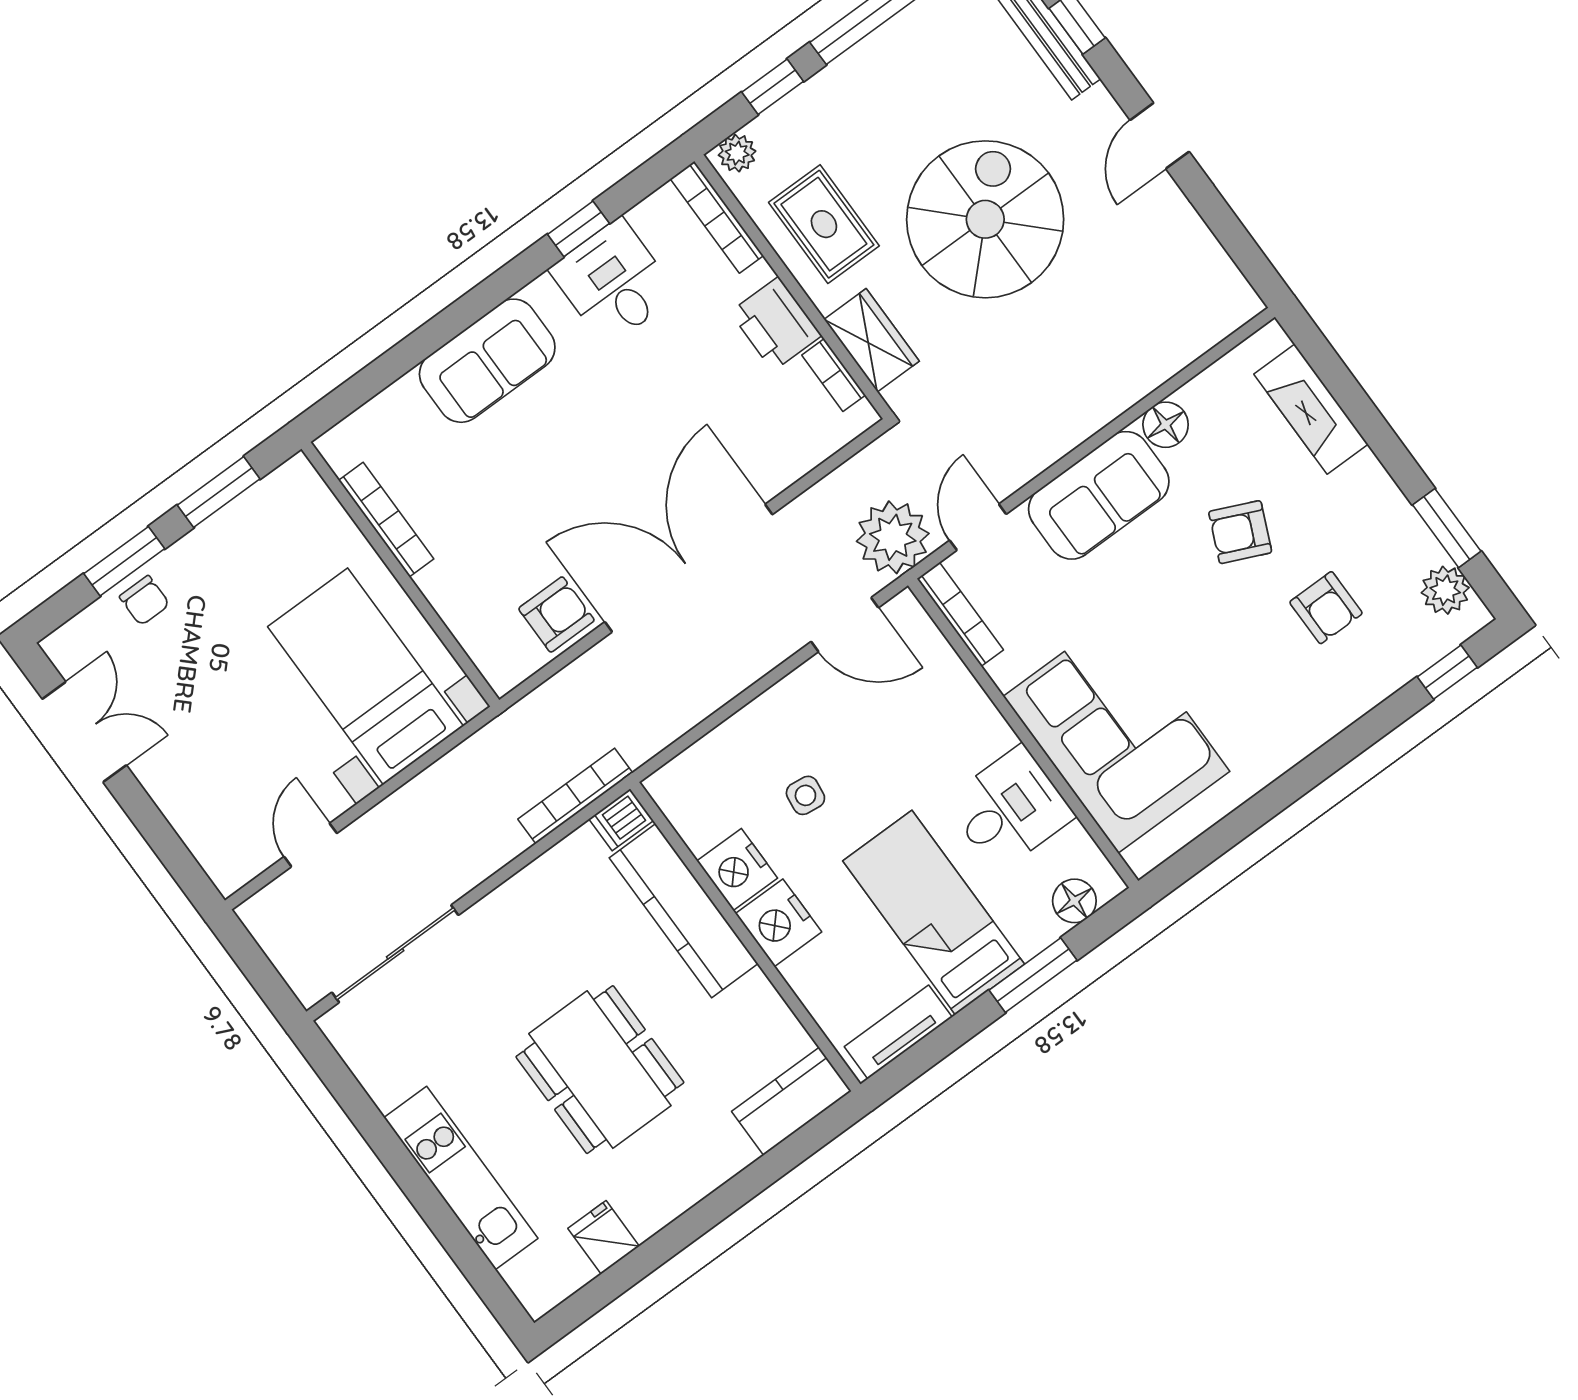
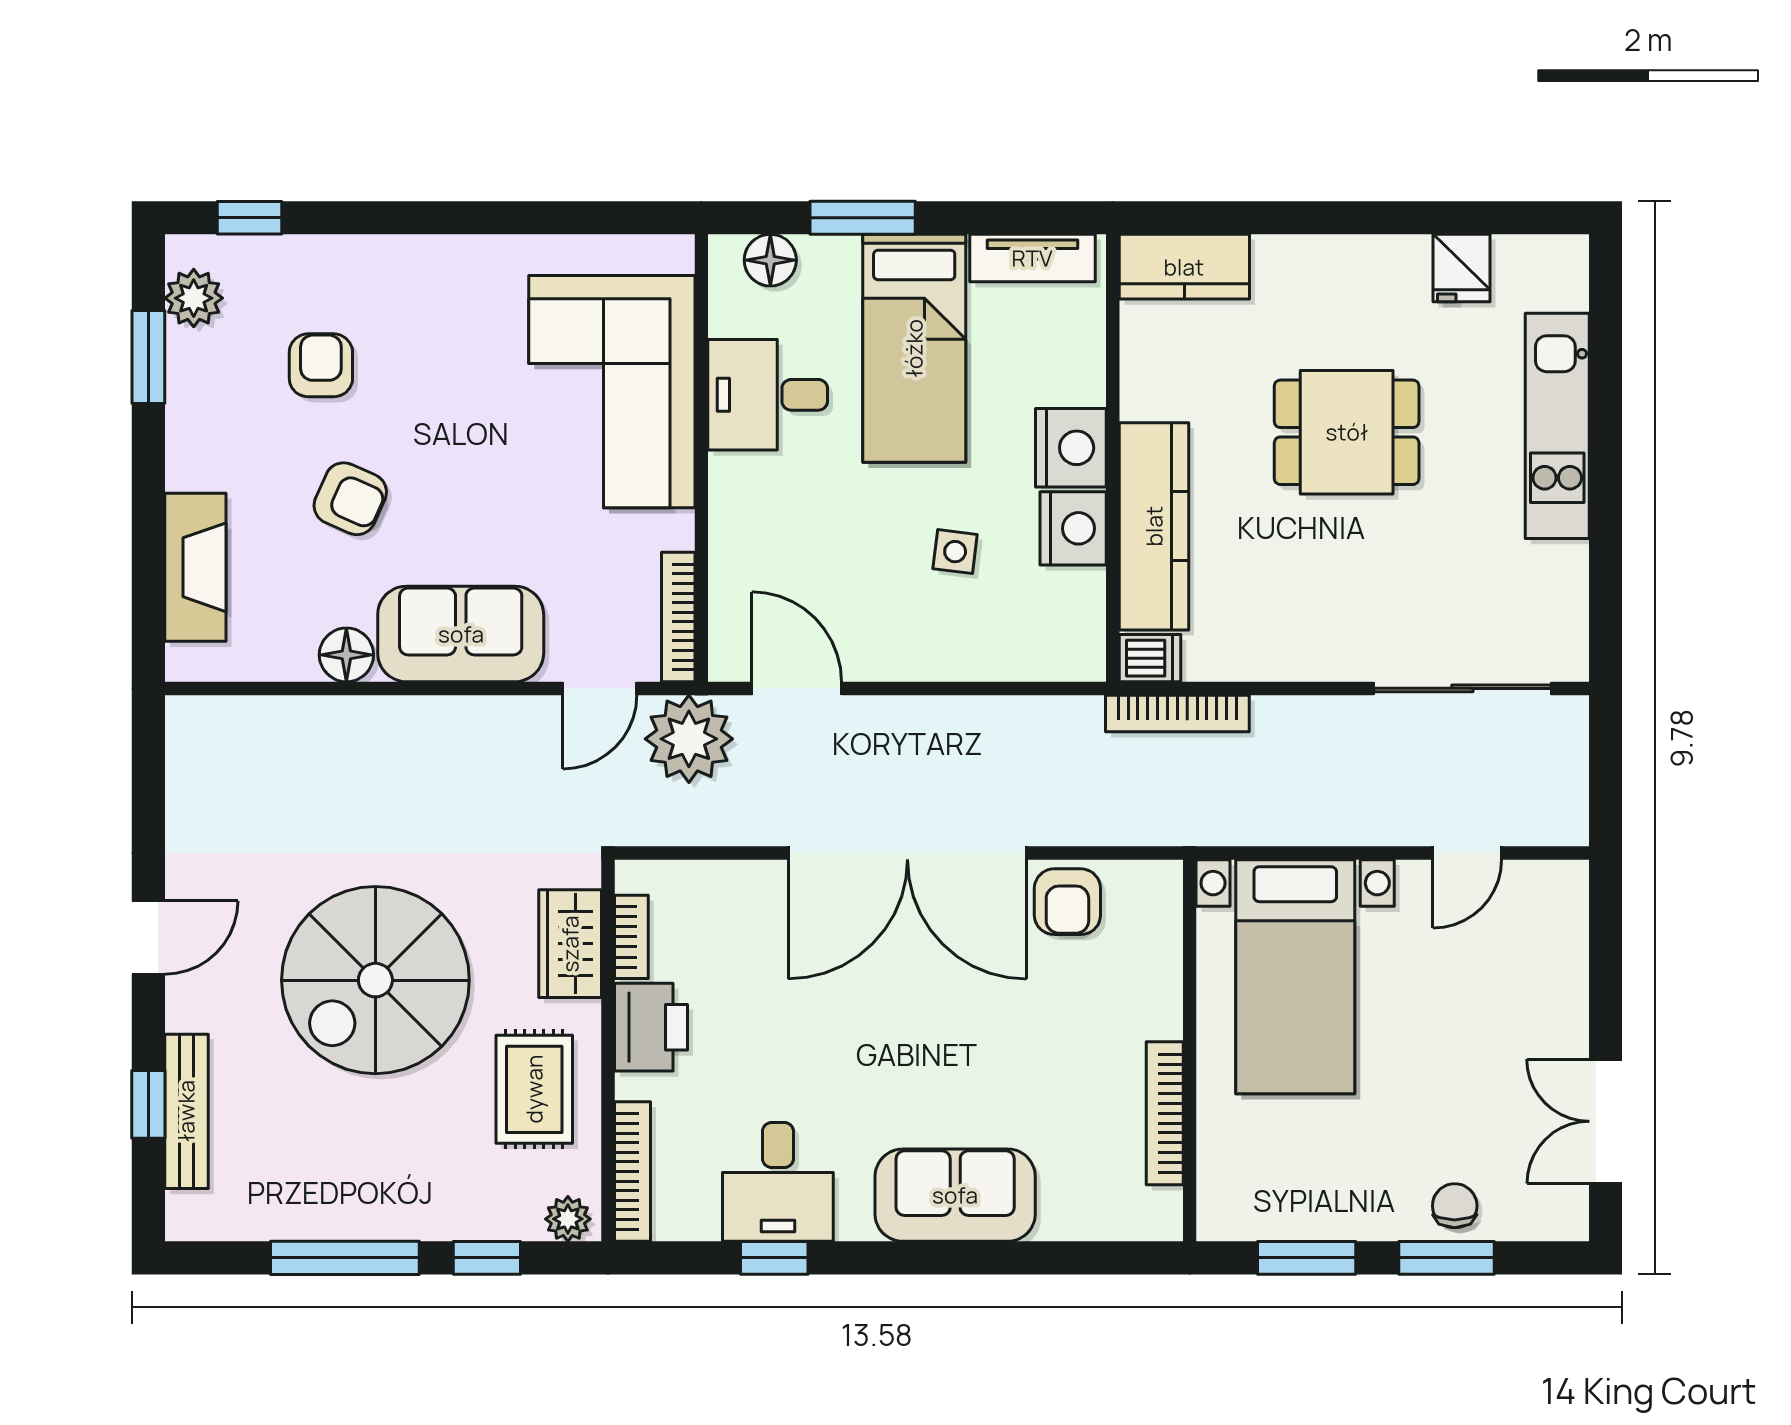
armchair: (556, 614) -> (1067, 902), turned -90
dining table: (600, 1070) -> (1347, 432), width x0.73

